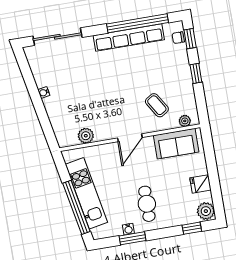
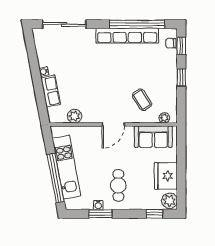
row of seats: (55, 113) -> (51, 91), added
fridge: (200, 184) -> (166, 176), width x1.88, depth x1.34

